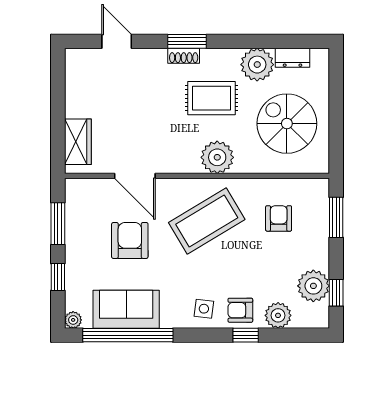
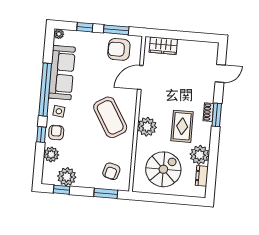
armchair: (279, 218) -> (111, 171), moved, turned 105
armchair: (130, 240) -> (119, 49), moved, turned 180
sofa: (126, 309) -> (62, 73), width x1.36
window: (128, 335) -> (45, 90), moved

